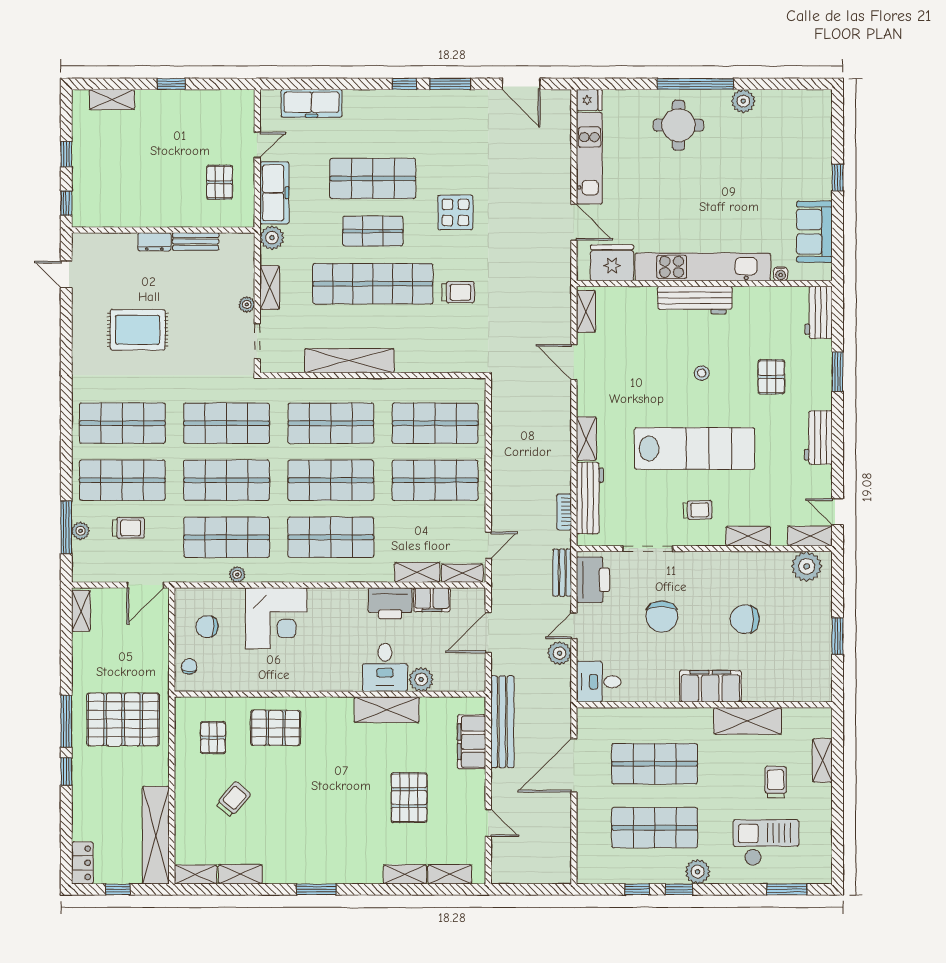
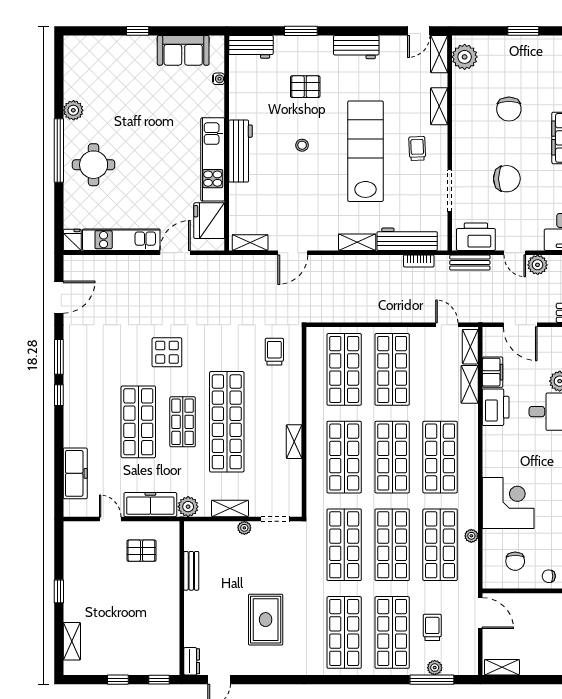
dresser: (154, 242) -> (192, 661), moved
kitchen unit: (703, 267) -> (213, 159), width x0.73
trolley: (458, 292) -> (274, 352), moved
shelving: (349, 361) -> (294, 442), width x0.45, depth x0.75

